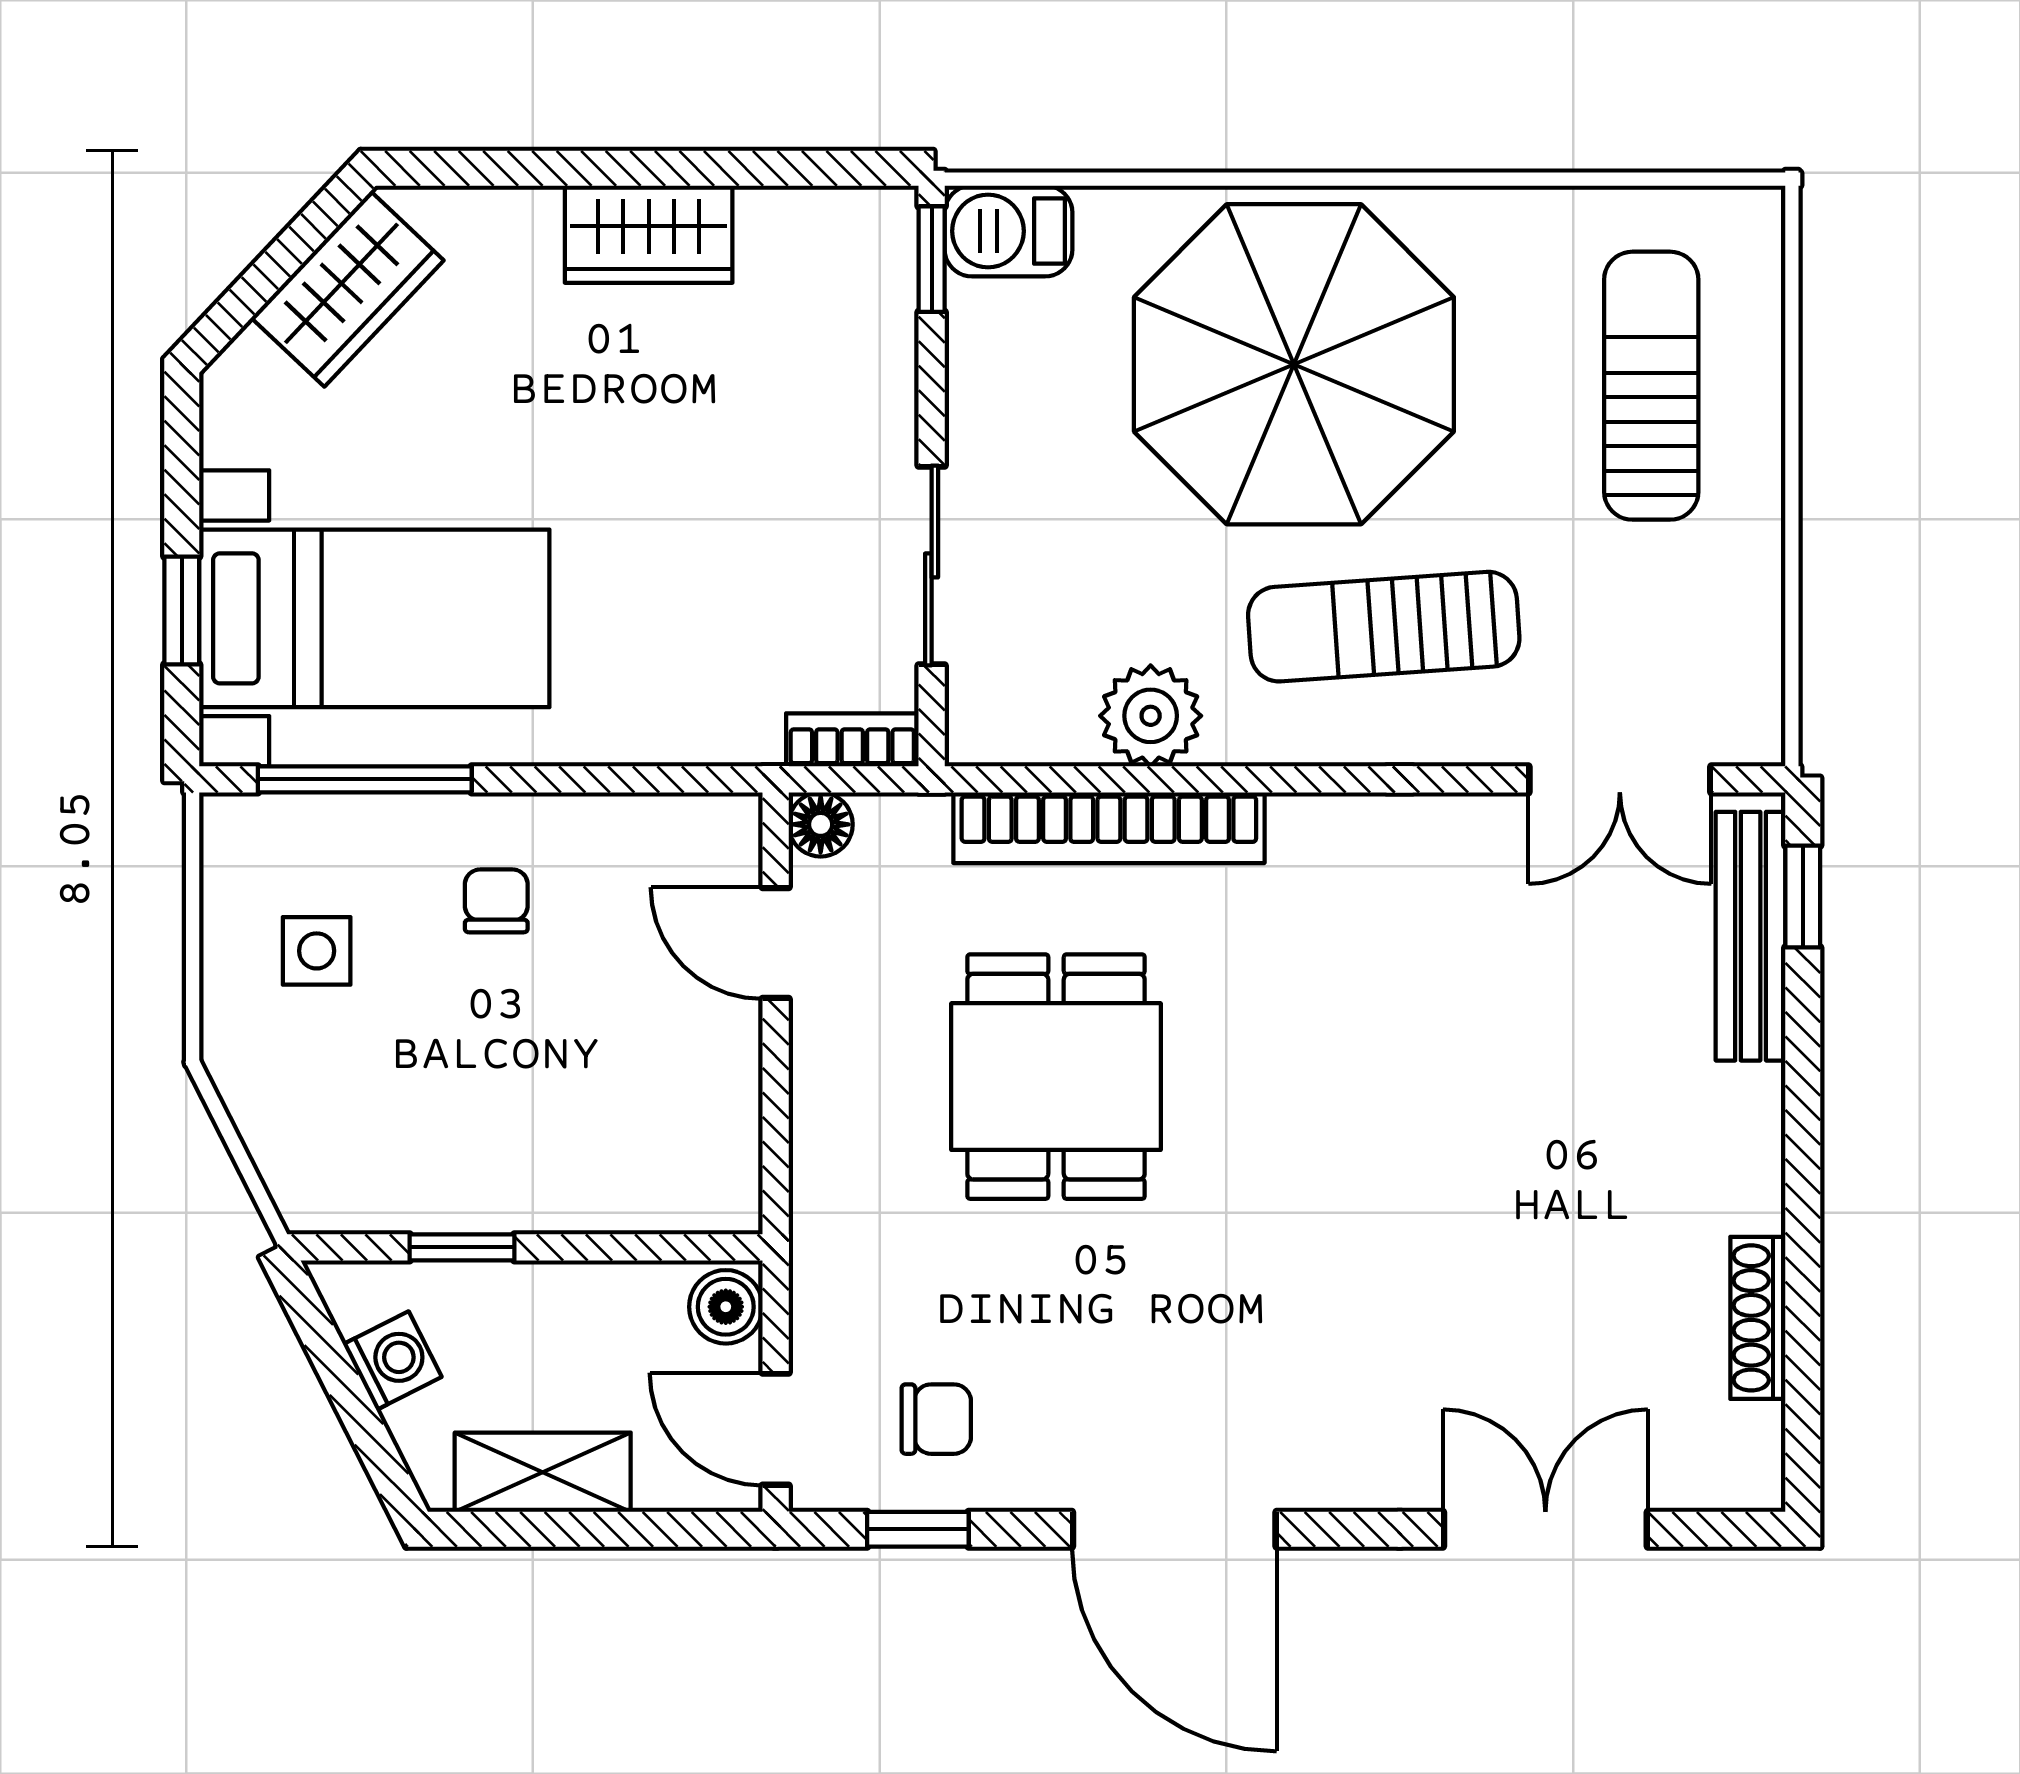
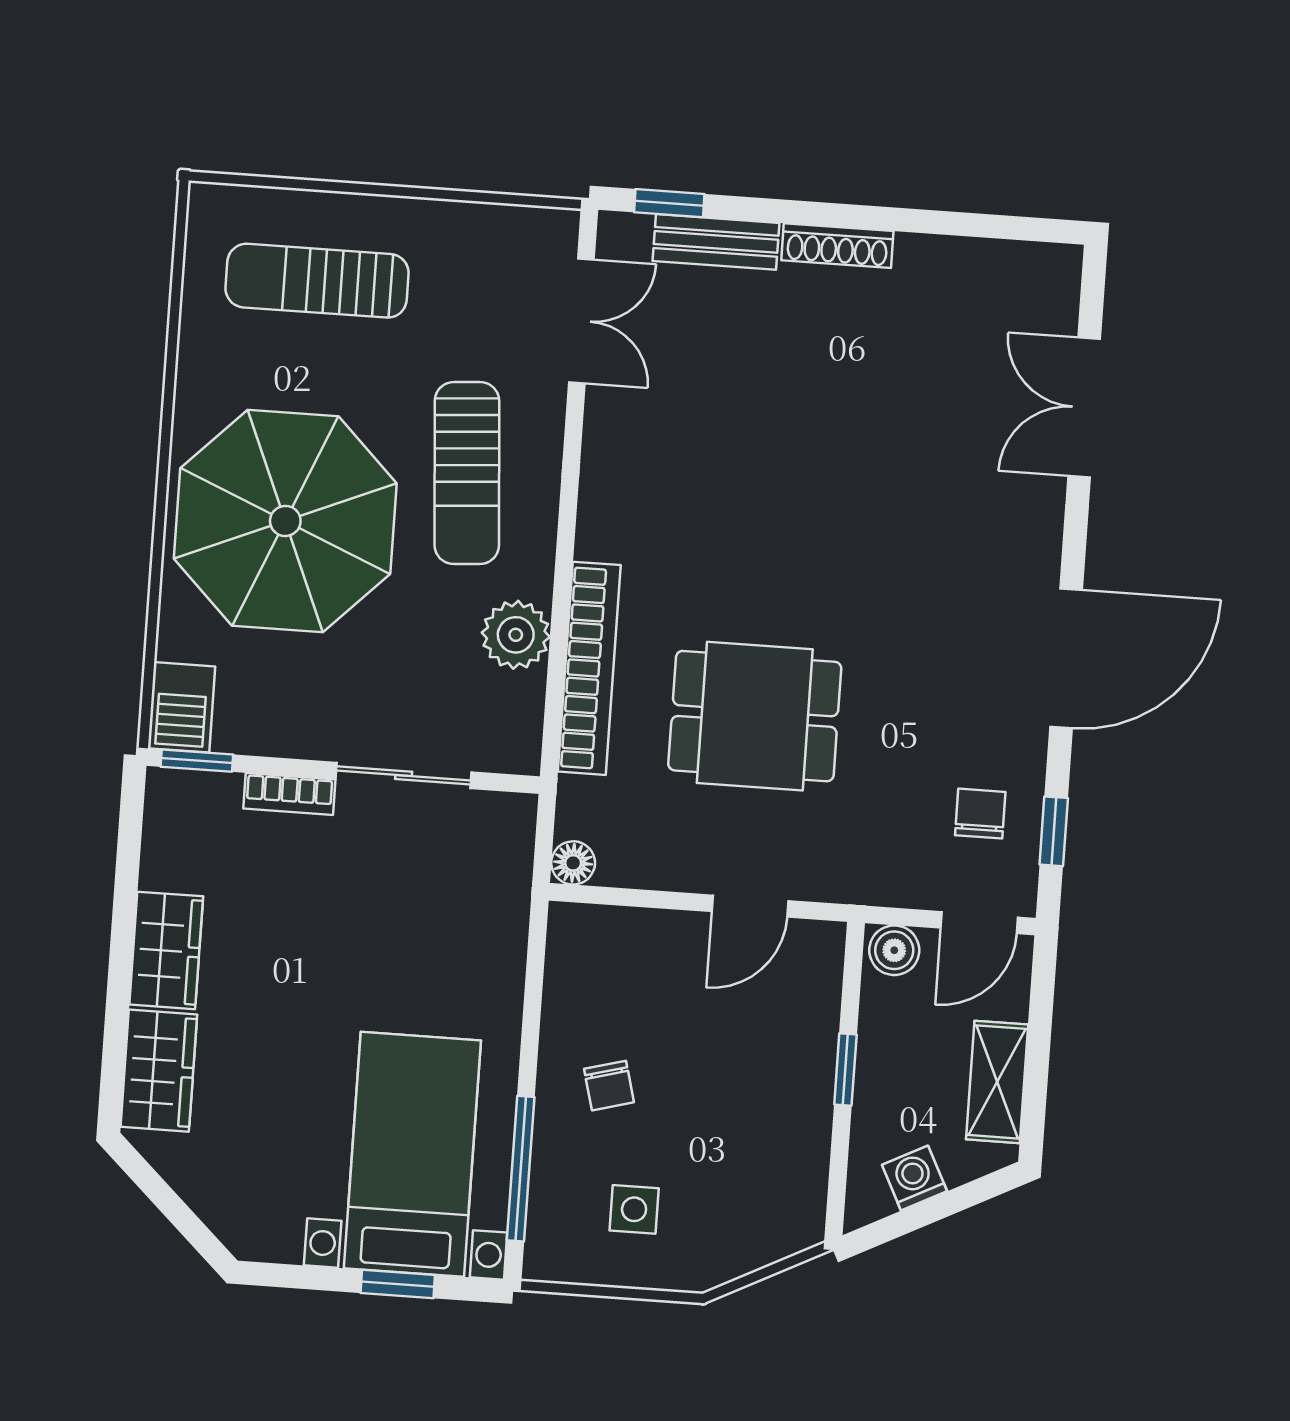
wardrobe: (347, 289) -> (159, 1071), moved, turned 47
bookcase: (852, 740) -> (289, 794), moved, turned -90
chair: (496, 901) -> (609, 1086), turned -105
bench: (1751, 936) -> (716, 242), width x0.73
door: (776, 943) -> (750, 906), moved
window: (462, 1247) -> (845, 1070), moved
shoe rack: (1758, 1318) -> (837, 246), moved

